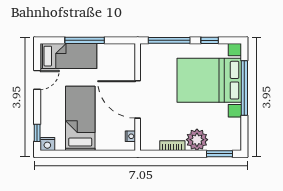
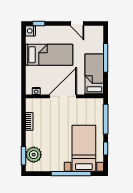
bed: (68, 56) -> (94, 74), moved, turned 180
bed with nightstands: (209, 80) -> (84, 148), width x0.73
plant: (197, 140) -> (34, 155), moved

